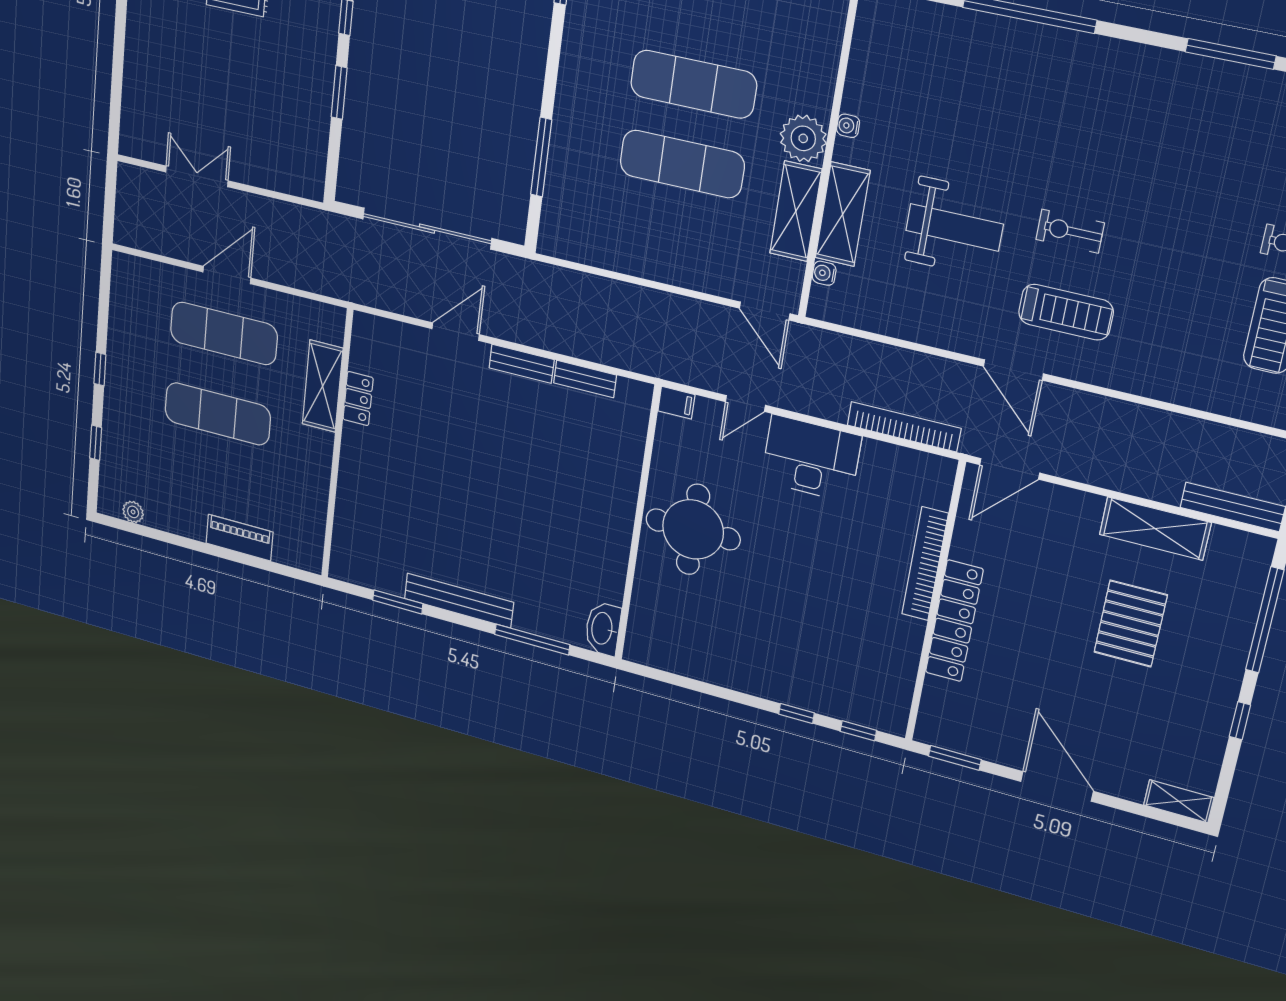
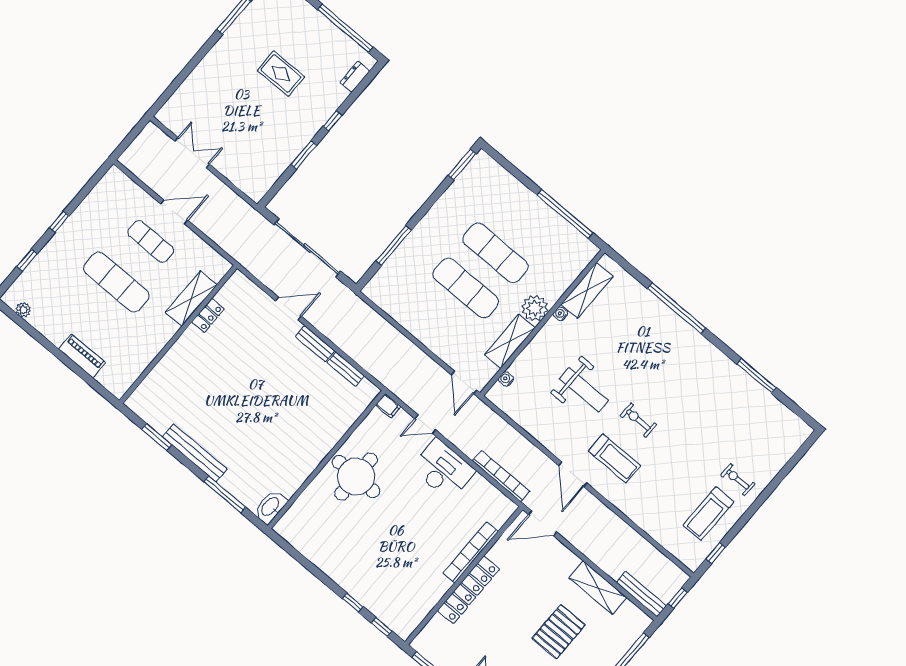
shelving: (843, 214) -> (587, 290), moved
exercise mat: (224, 333) -> (151, 241), width x0.73, depth x0.69

